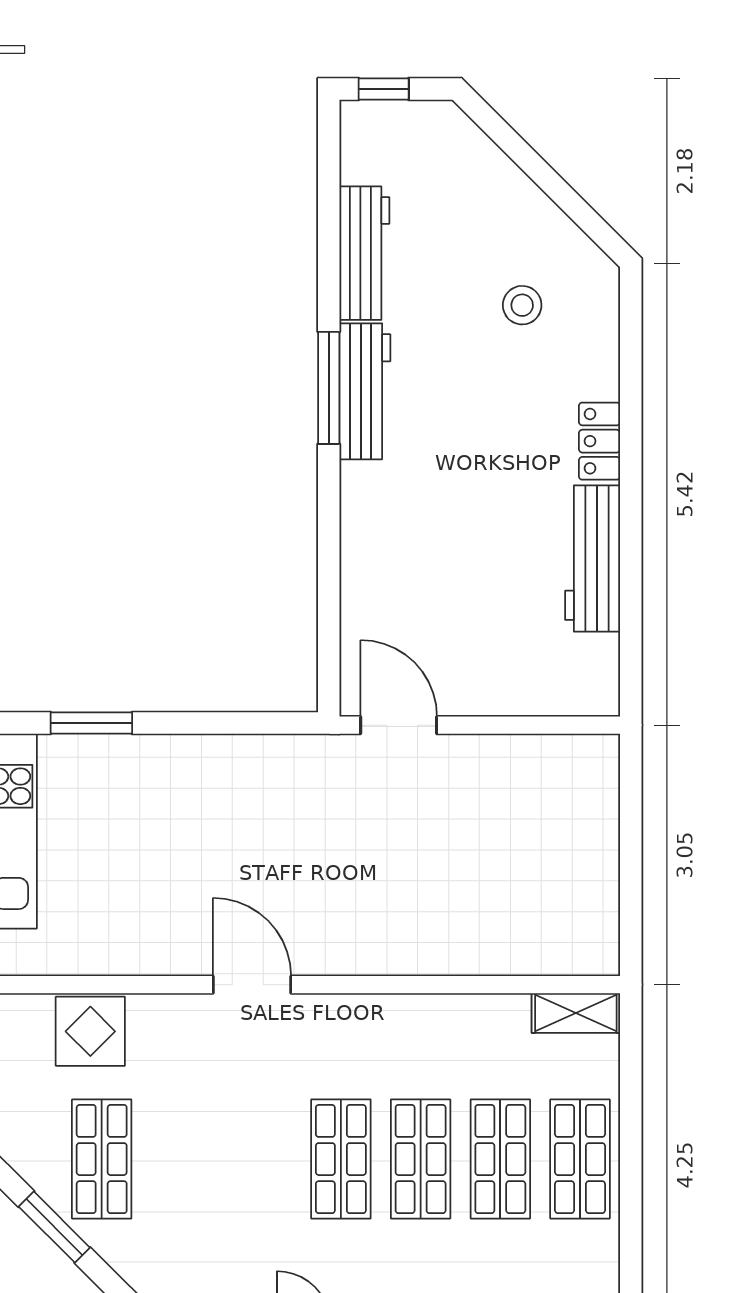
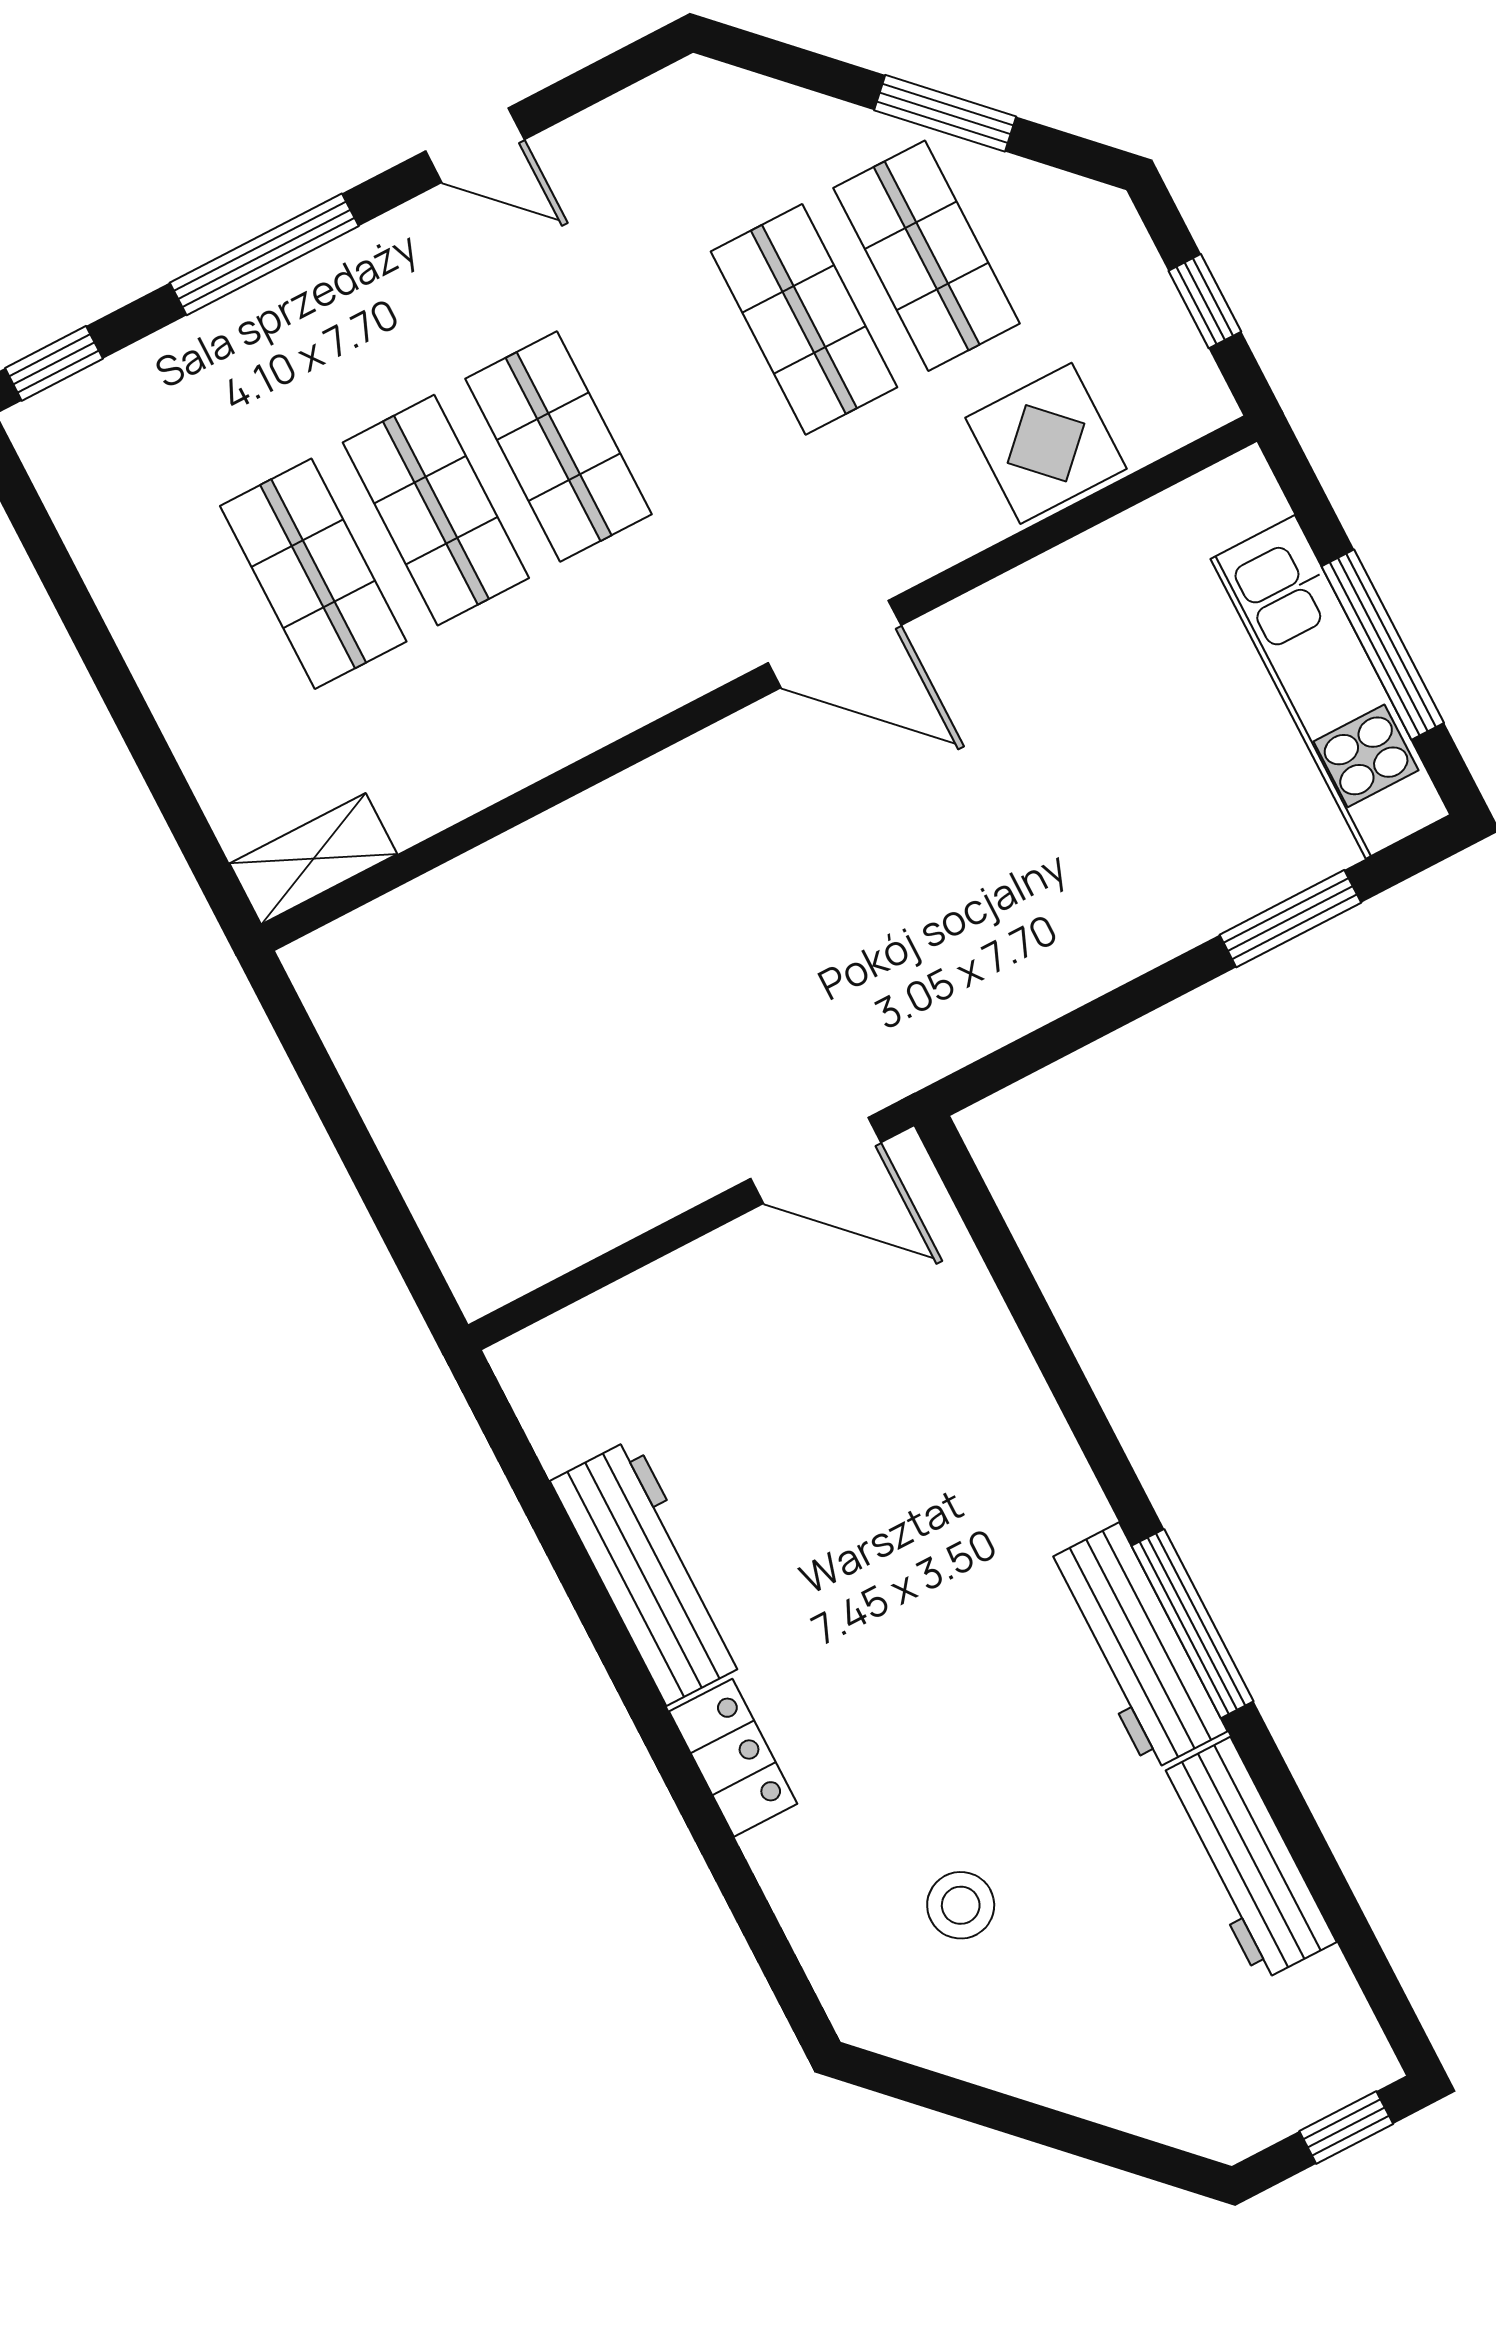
shop shelf: (580, 1159) -> (804, 319), moved

